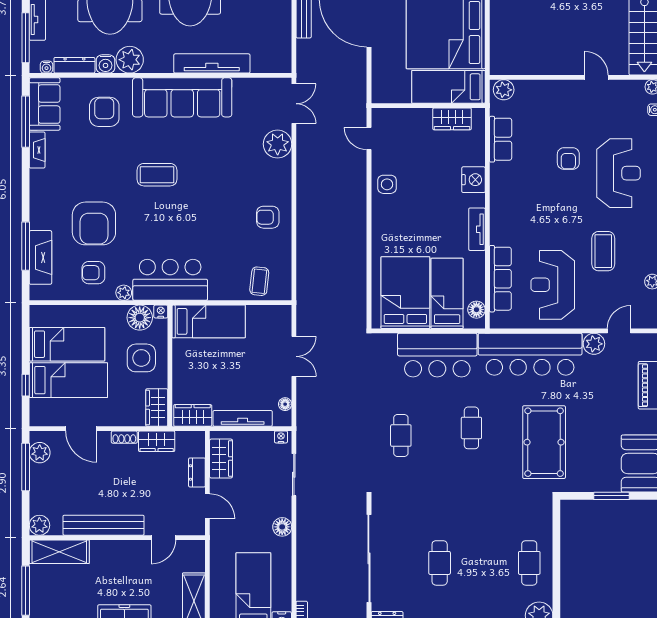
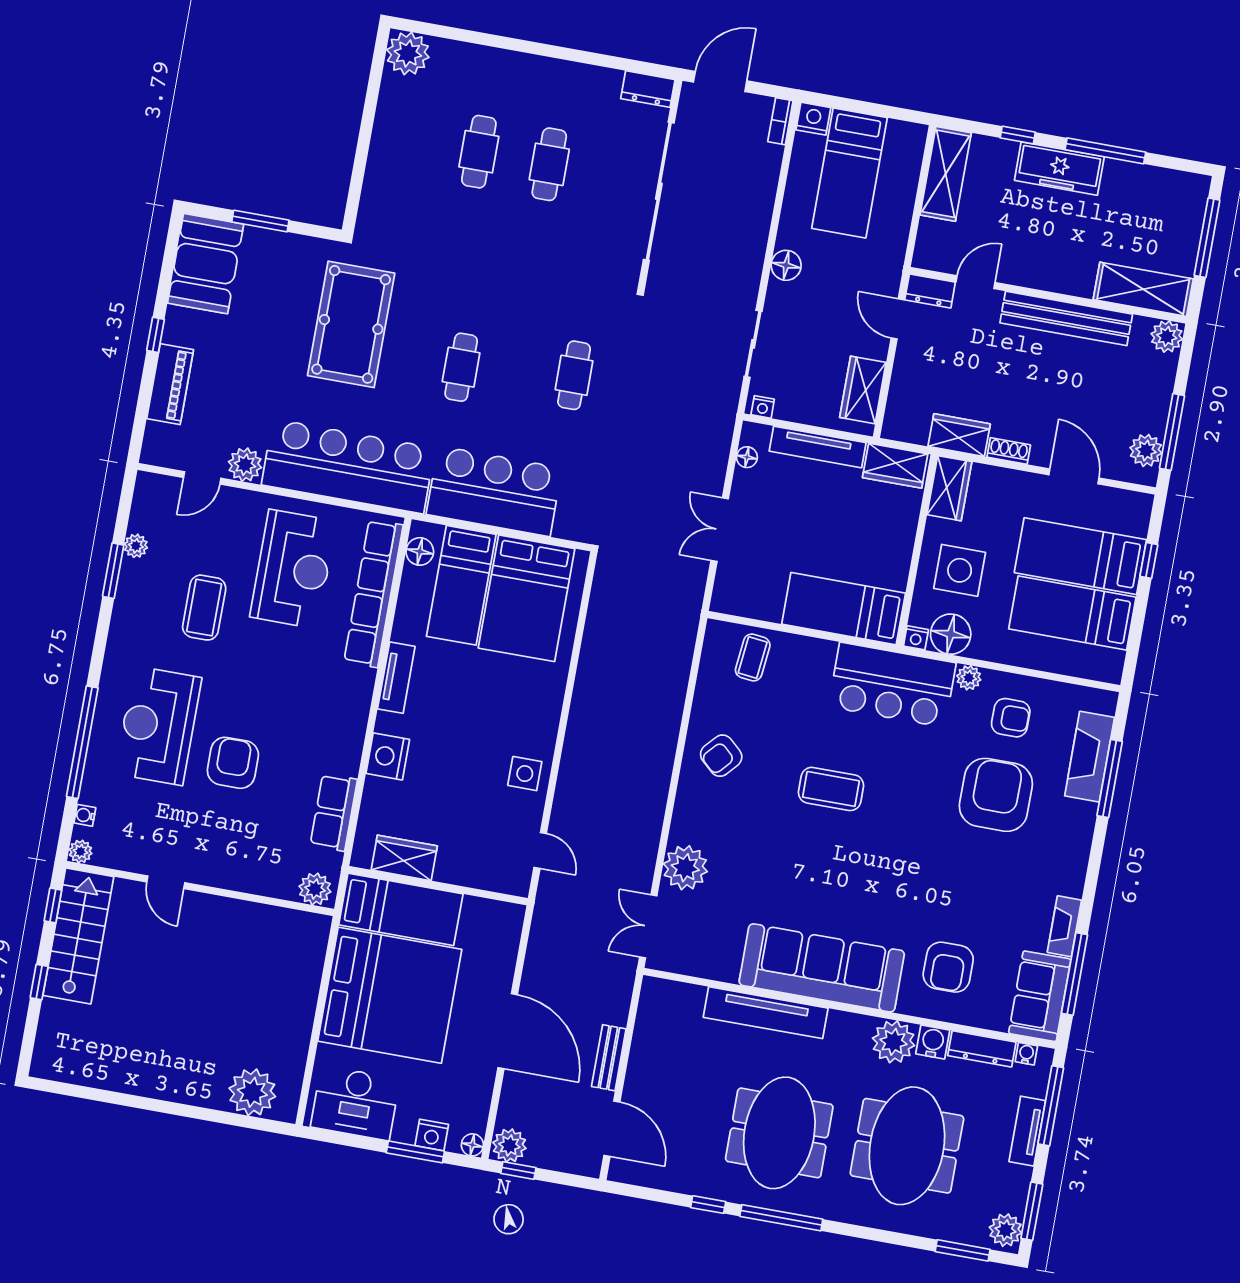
armchair: (568, 159) -> (233, 763), width x1.38, depth x1.38
coffee table: (157, 175) -> (831, 789), moved
armchair: (268, 217) -> (721, 756), turned 132
row of seats: (500, 279) -> (373, 593), width x1.36
dresser: (197, 472) -> (930, 291), moved, turned 90
cafe table: (529, 563) -> (479, 152), moved

